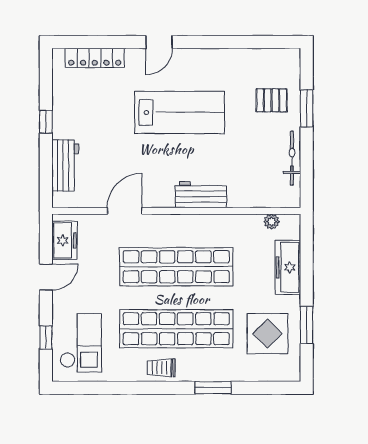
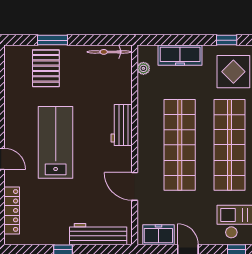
pallet: (272, 100) -> (46, 68), width x1.50, depth x1.42
bicycle: (292, 158) -> (109, 52), moved
workbench: (65, 165) -> (98, 234), width x1.38
window: (307, 325) -> (227, 40), width x0.67

